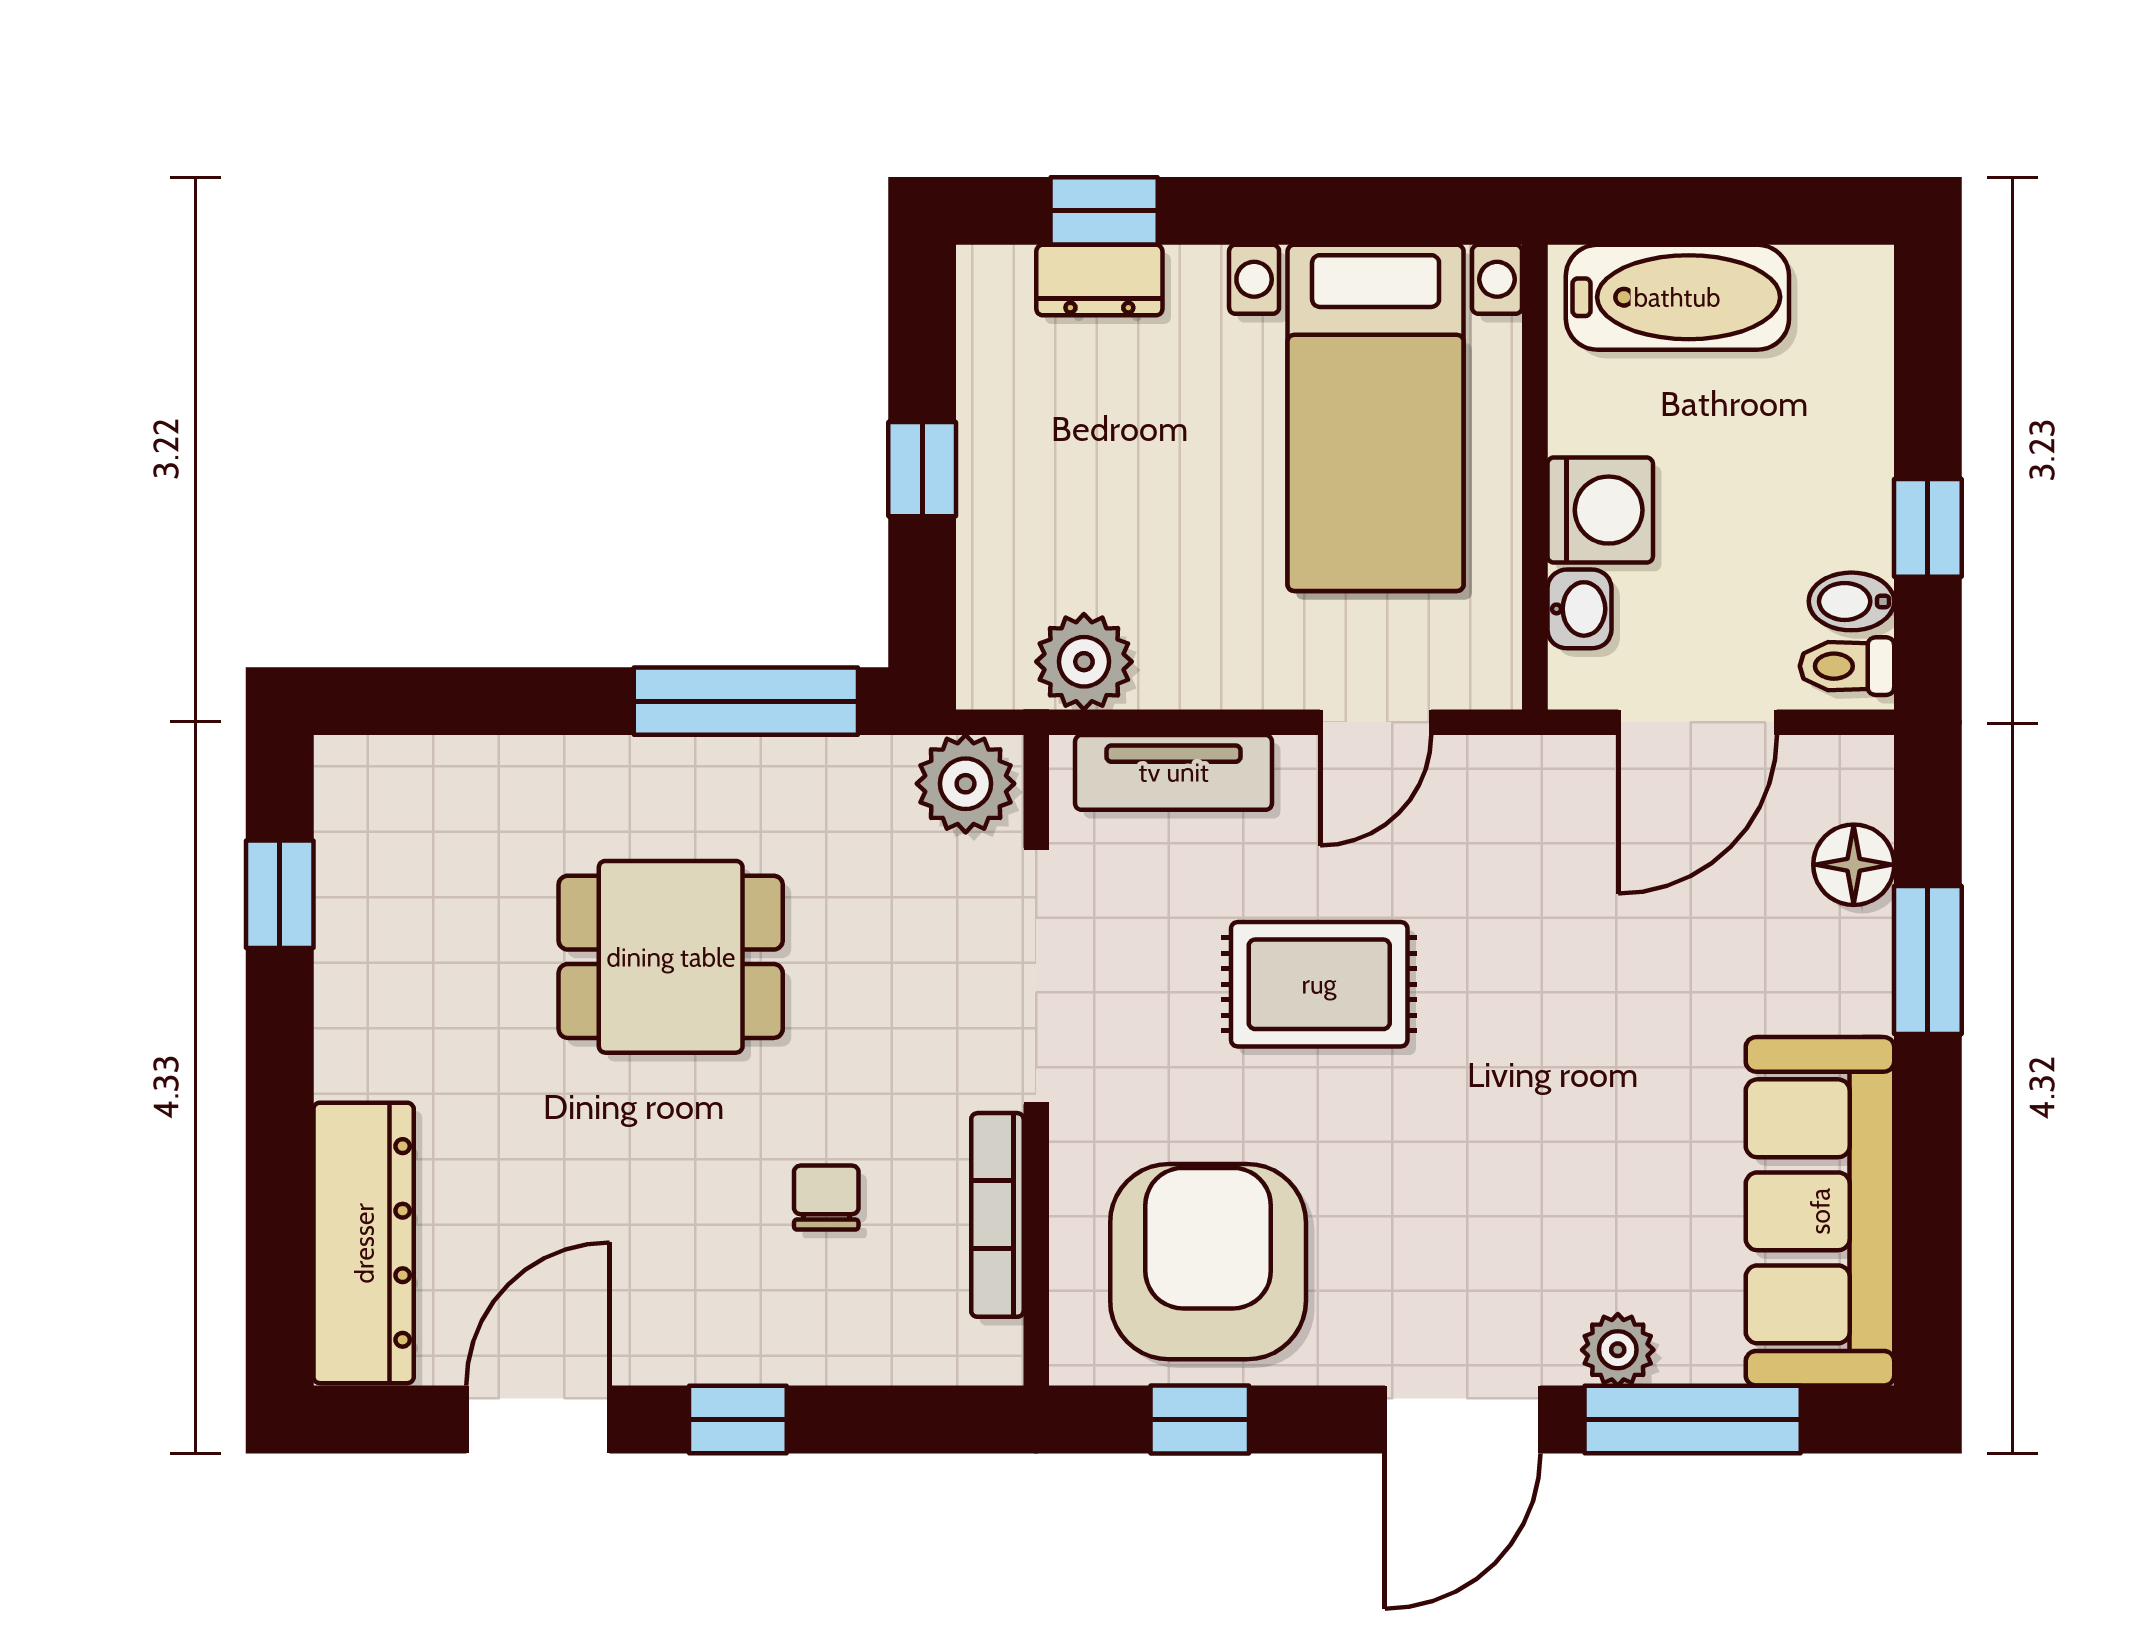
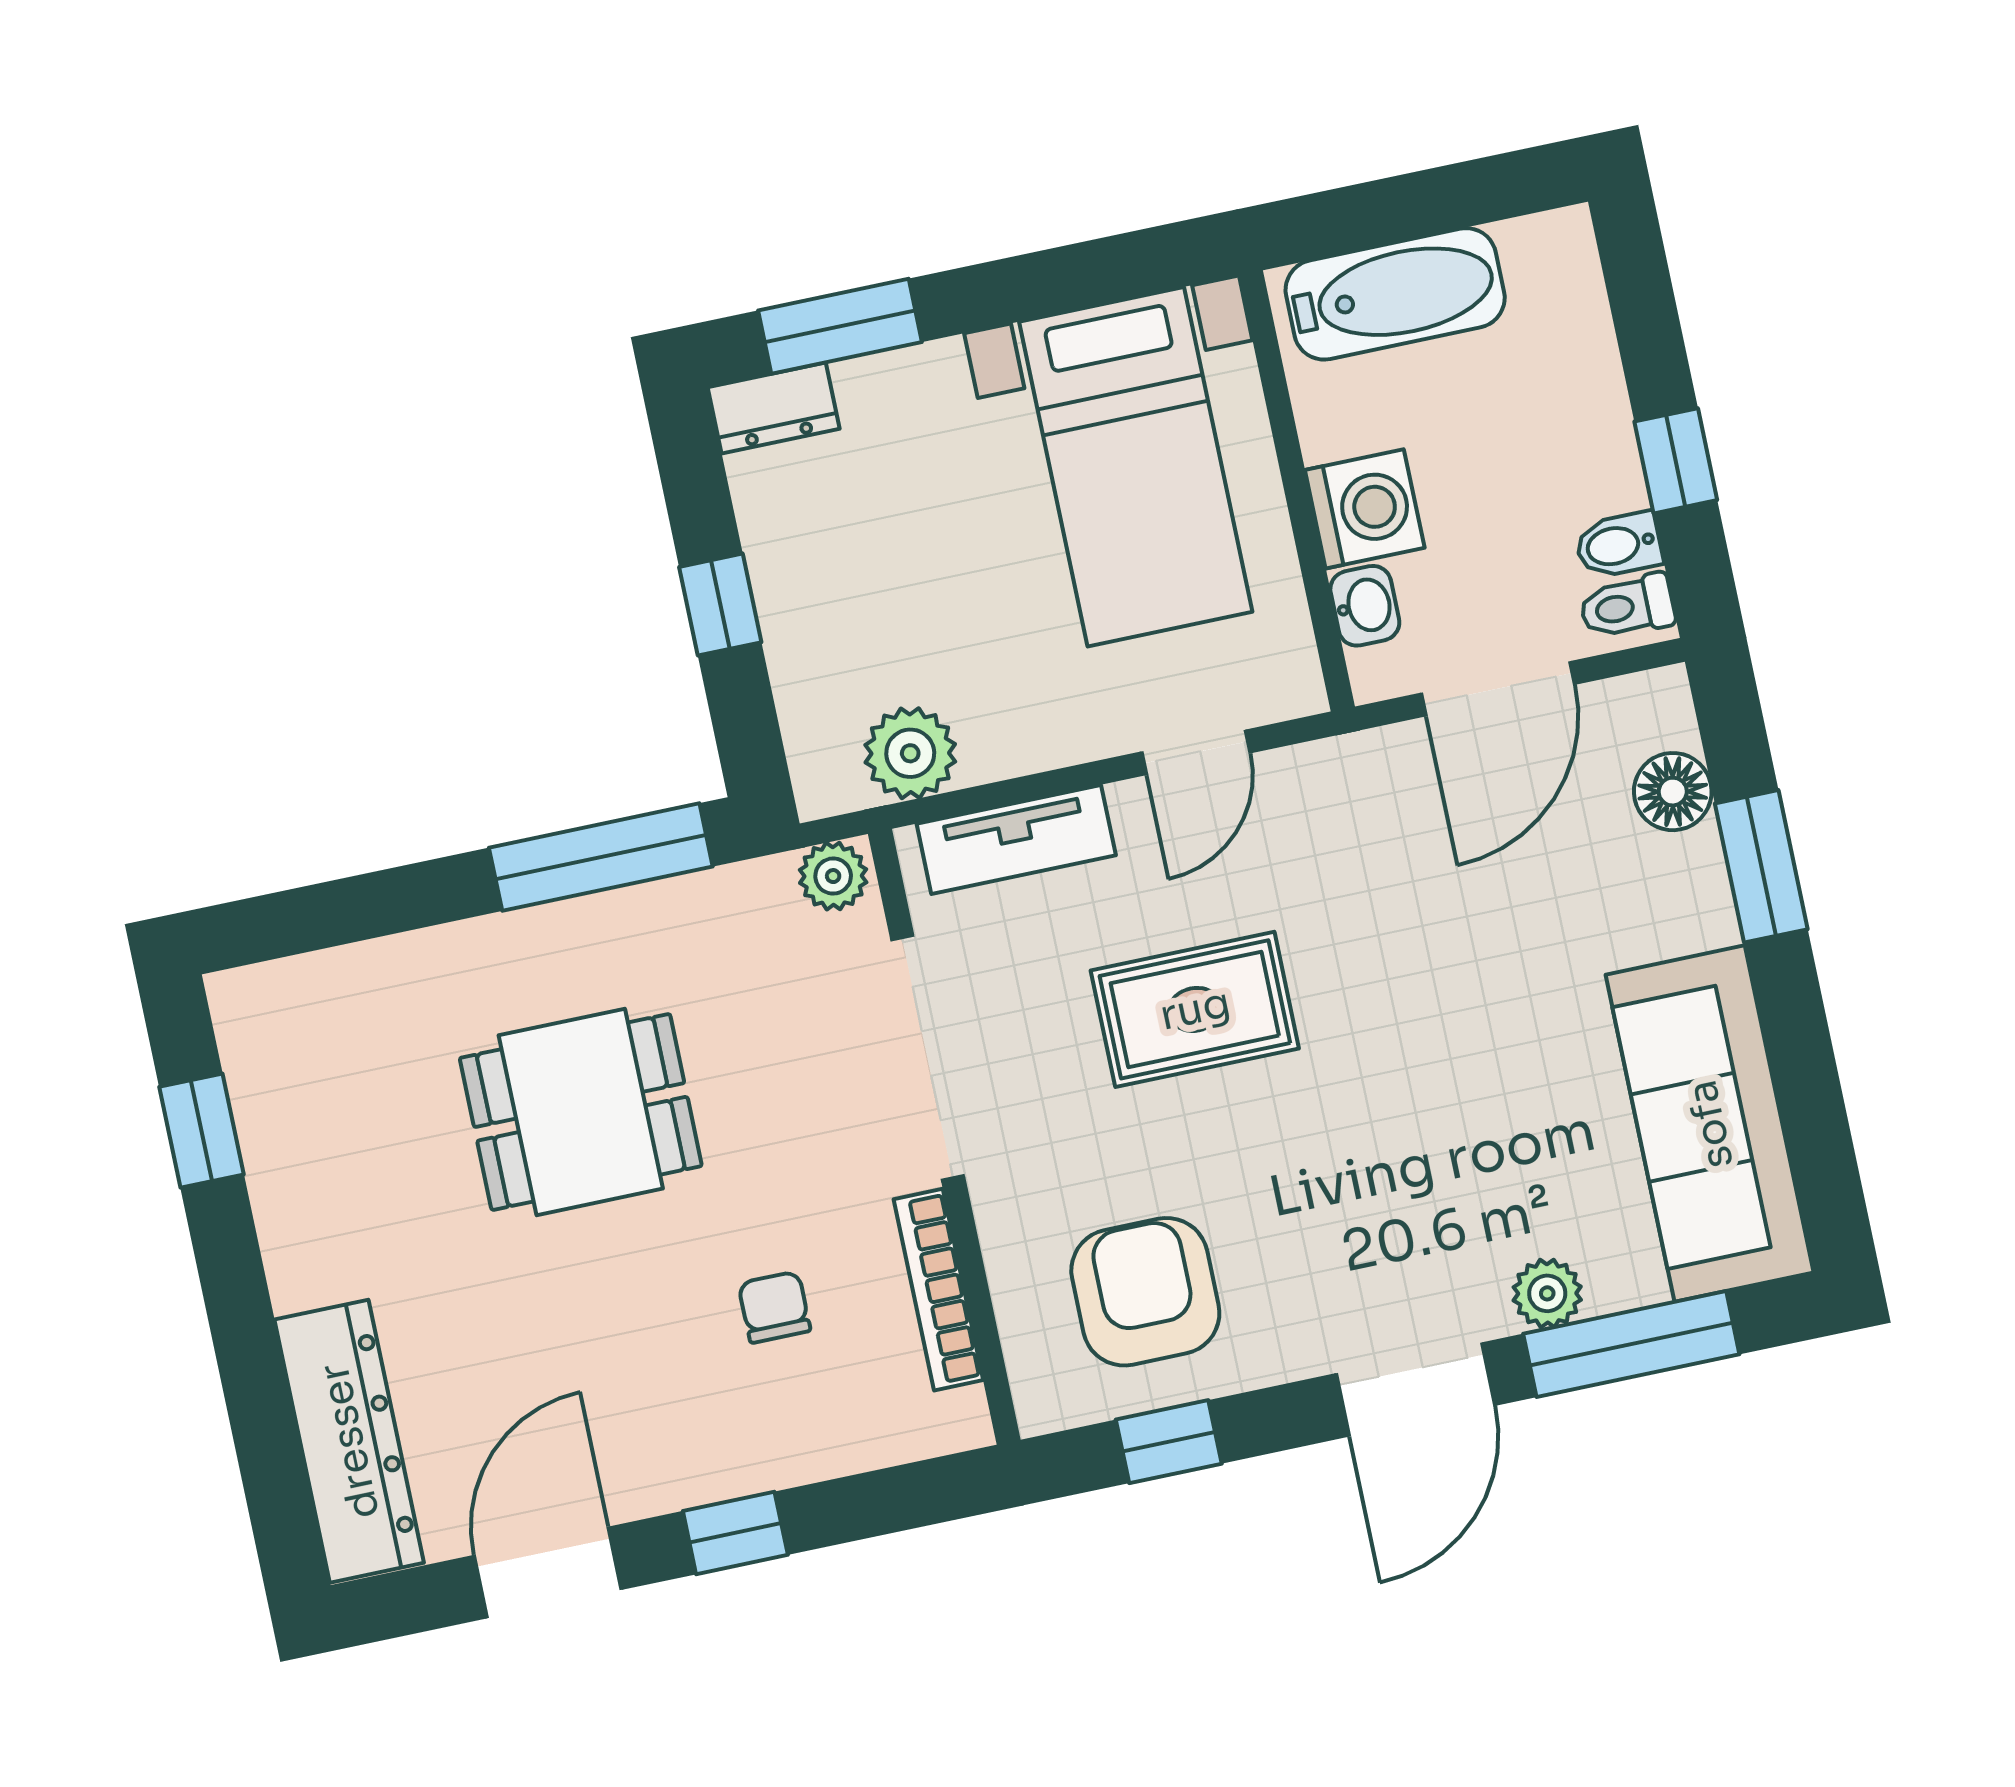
window: (1104, 211) -> (840, 326), width x1.50
dresser: (1099, 280) -> (774, 408), moved
plant: (966, 784) -> (833, 876), width x0.73, depth x0.73
armchair: (1208, 1262) -> (1145, 1292), width x0.73, depth x0.73

